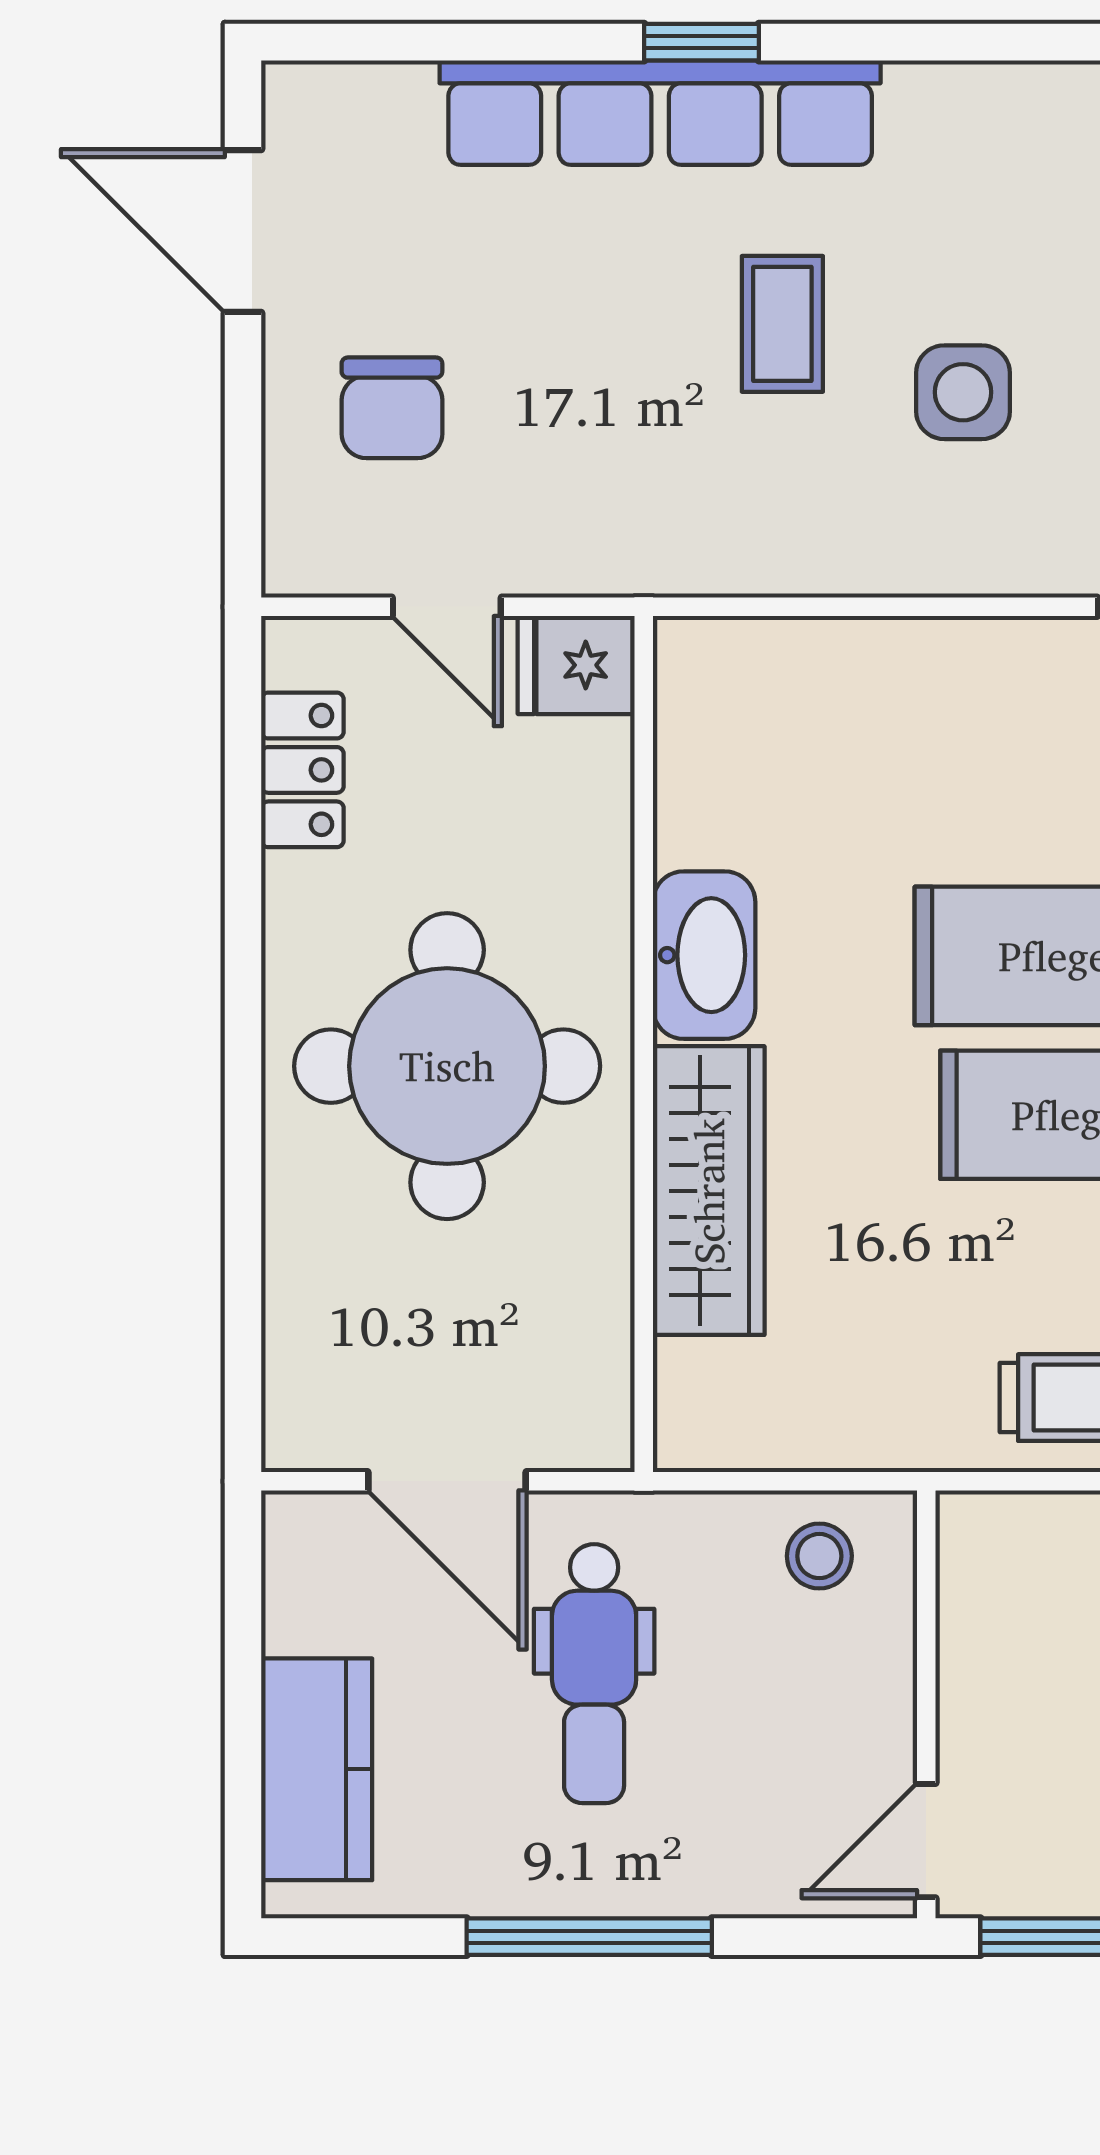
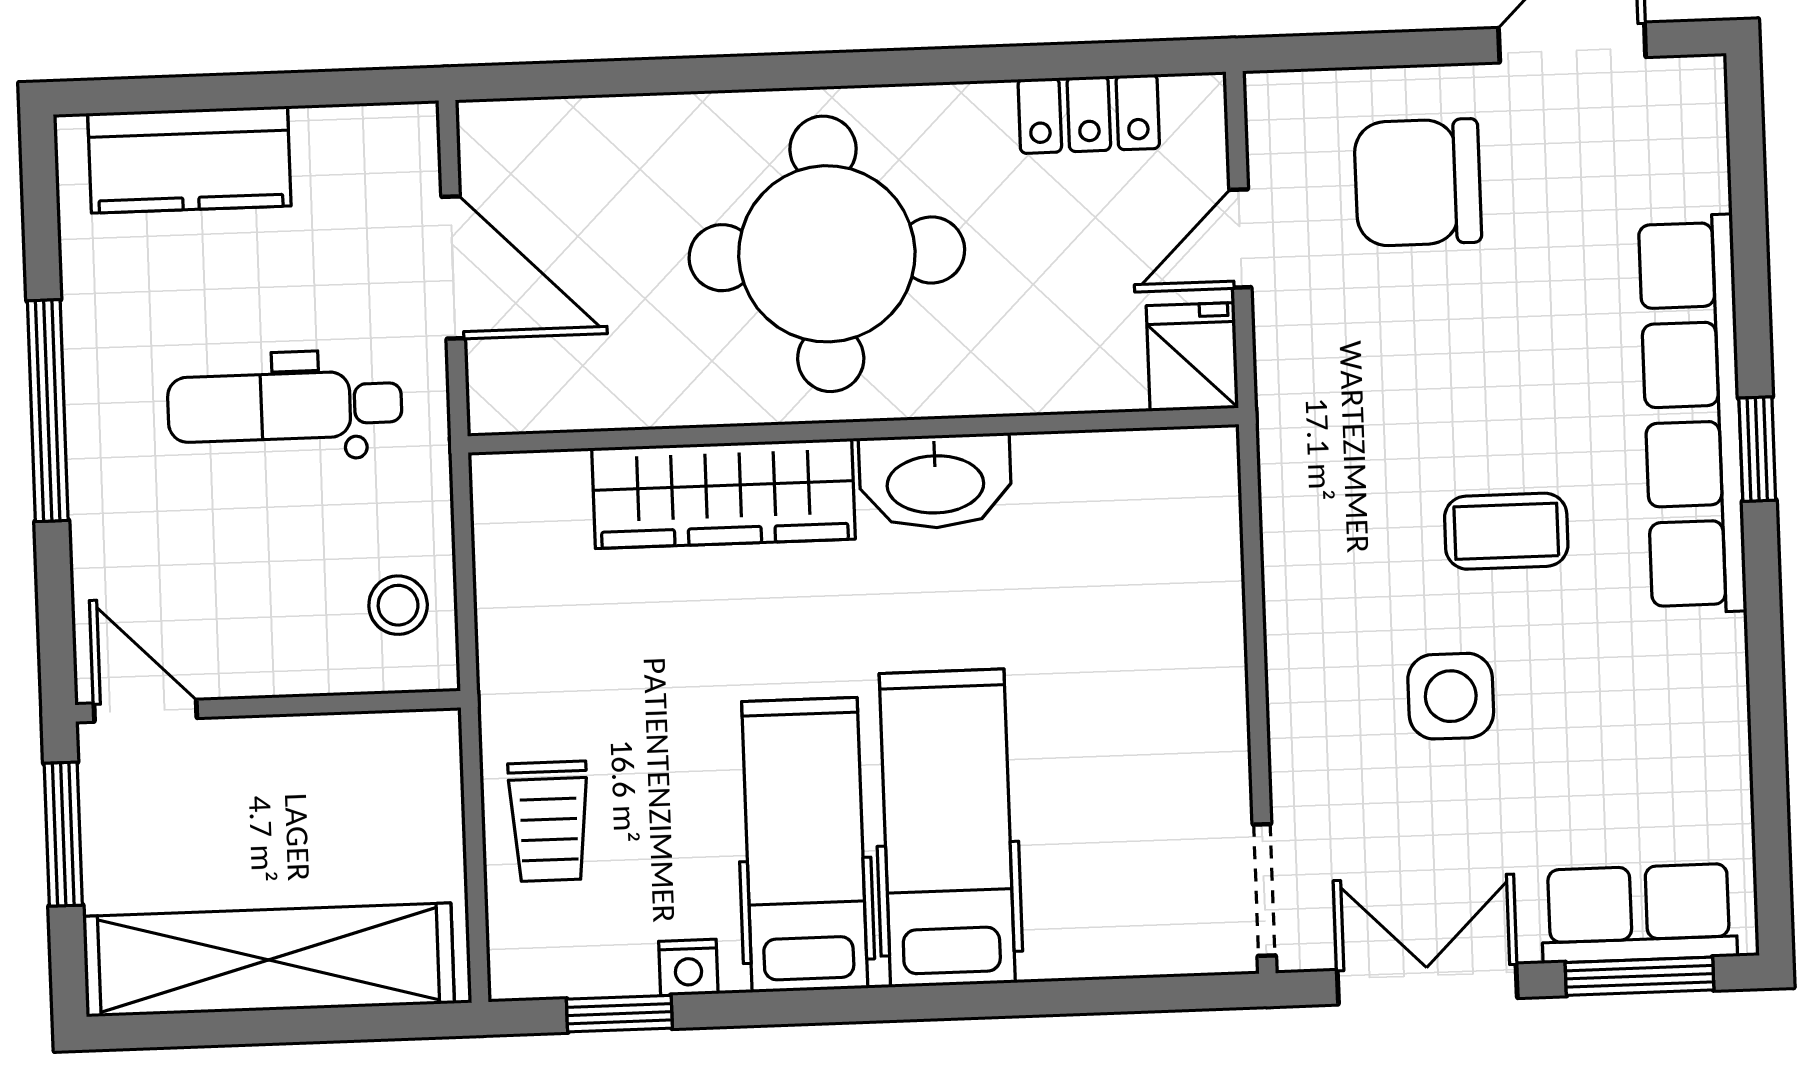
chair: (392, 408) -> (1418, 182), width x1.37, depth x1.37
door: (447, 1481) -> (453, 268), swing flipped

